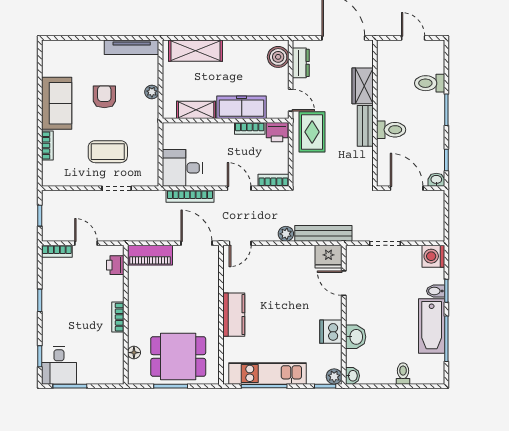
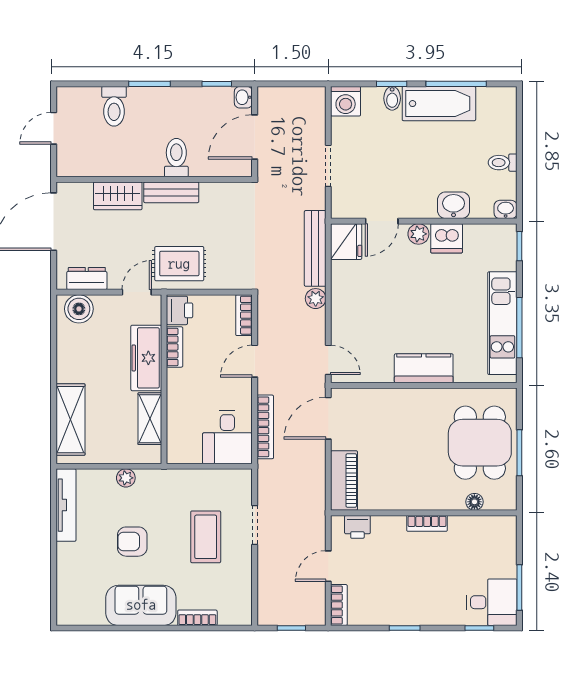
toilet: (403, 374) -> (503, 163), moved
plant: (334, 376) -> (418, 234), moved

